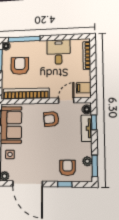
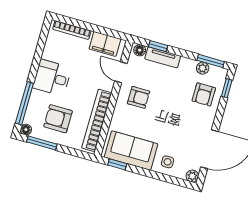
desk: (59, 52) -> (52, 78), moved
filing cabinet: (84, 88) -> (105, 44), width x2.00
armchair: (51, 119) -> (139, 97), turned -85
armchair: (67, 168) -> (204, 94), turned -90
window: (65, 184) -> (227, 88), moved

